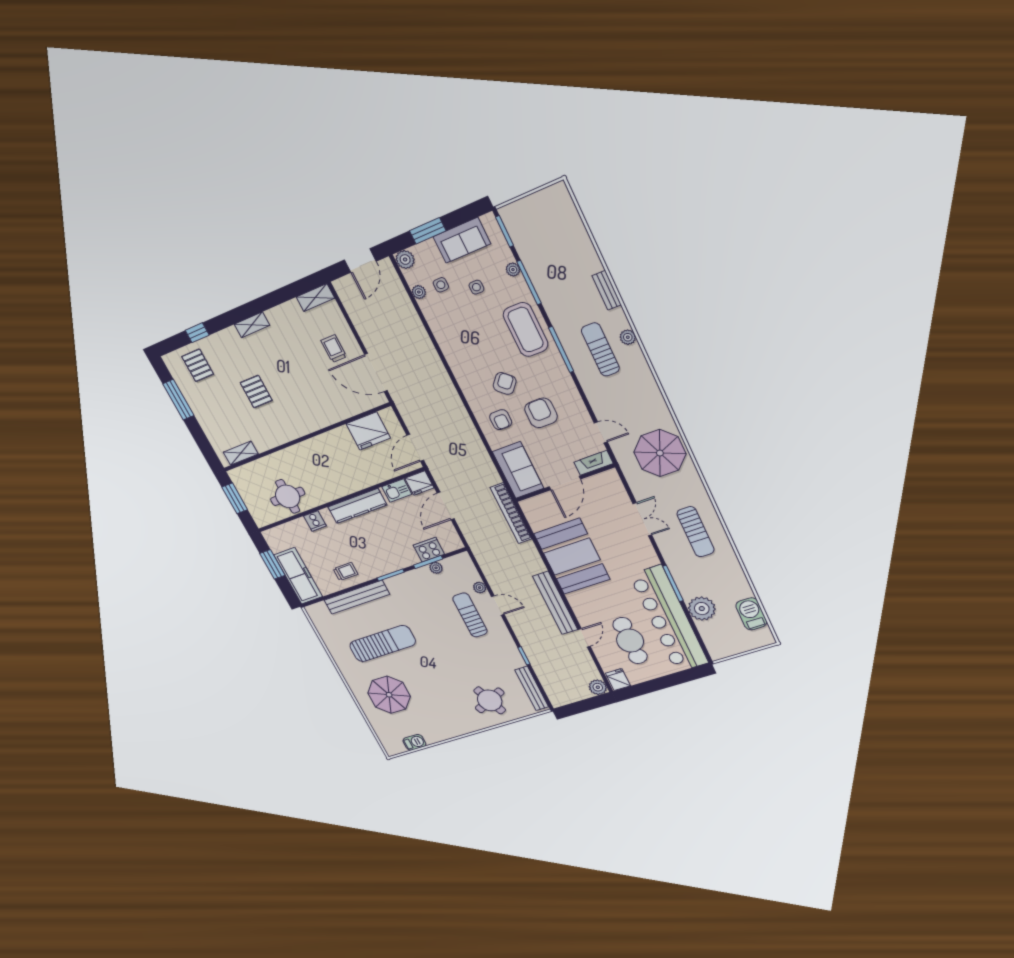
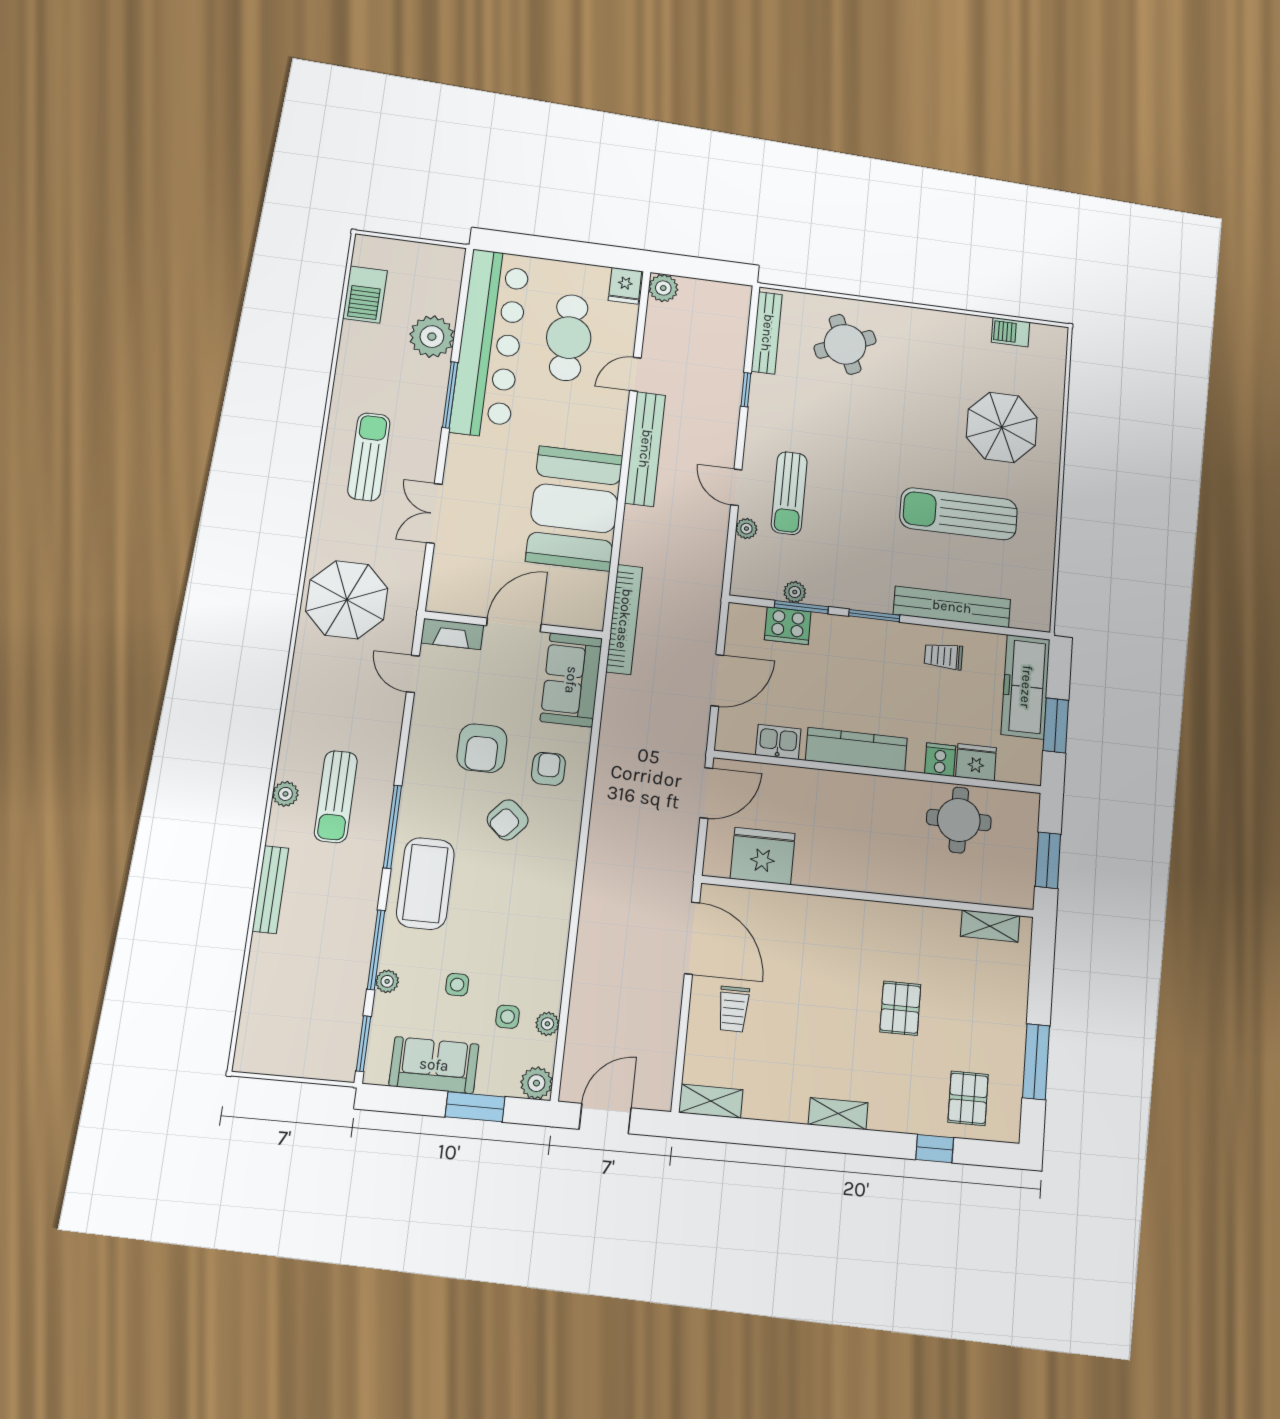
bench: (607, 290) -> (270, 890), width x1.36
fridge: (419, 483) -> (976, 762), moved

